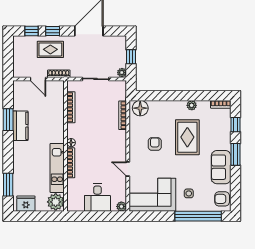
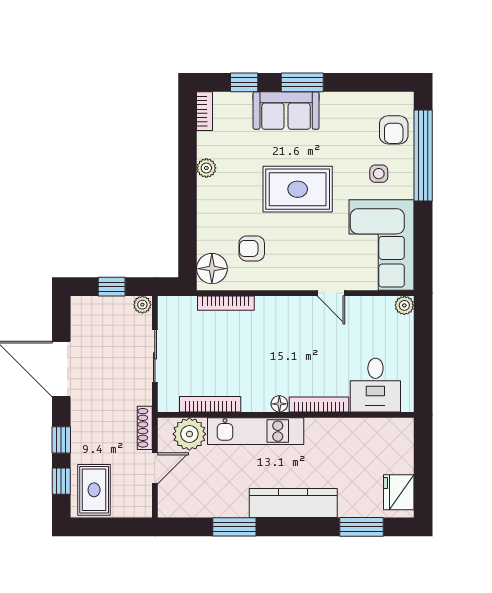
rug: (50, 49) -> (94, 490), moved
kitchen counter: (20, 126) -> (293, 503), moved, width x1.50
rug: (187, 137) -> (298, 189), moved
armchair: (155, 144) -> (252, 248), moved
sofa: (221, 167) -> (286, 110), moved
kitchen unit: (57, 168) -> (256, 431), moved
door: (128, 169) -> (331, 293), hinge flipped
desk: (97, 198) -> (375, 385), moved, turned 90
armchair: (222, 199) -> (394, 130), moved
plant: (56, 202) -> (189, 434), moved

